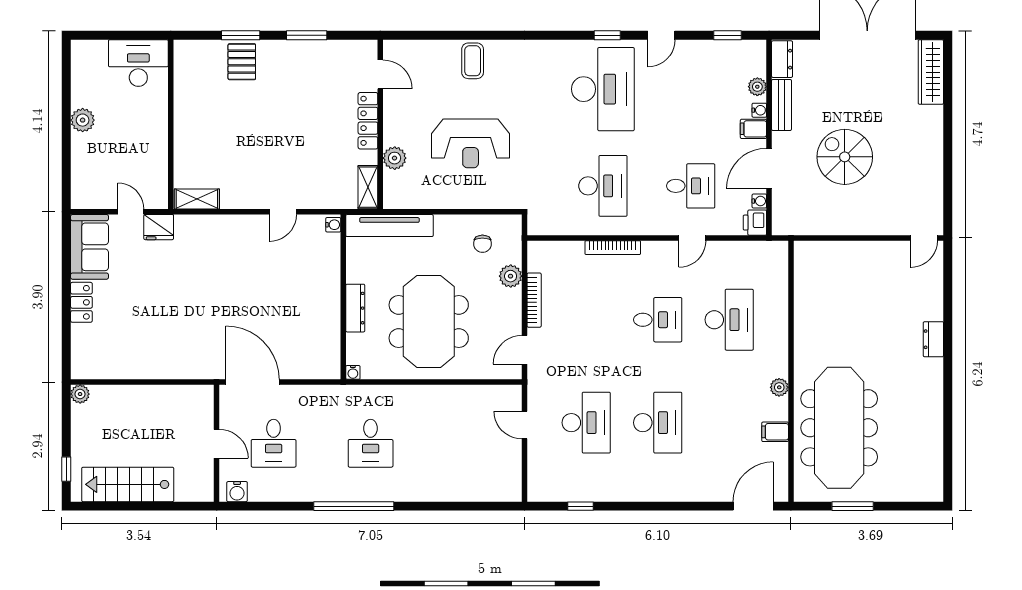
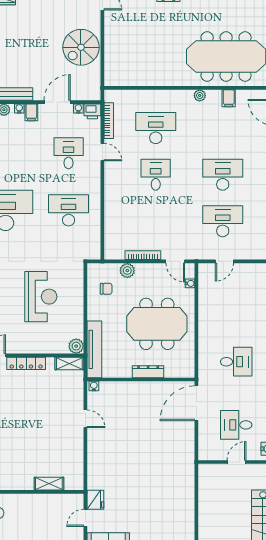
spiral stairs: (845, 157) -> (81, 47), moved
plant: (395, 158) -> (76, 346), moved
door: (769, 168) -> (57, 102), swing flipped
shelving: (197, 199) -> (49, 484), moved, turned 90
bookcase: (613, 248) -> (109, 121), moved
water cooler: (353, 372) -> (190, 283), moved
door: (253, 382) -> (196, 403), moved
desk: (274, 443) -> (236, 425), turned 180

